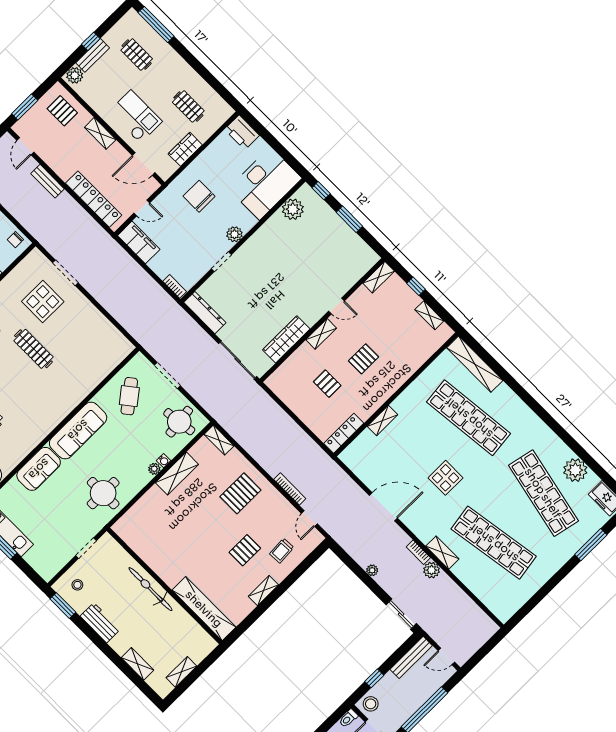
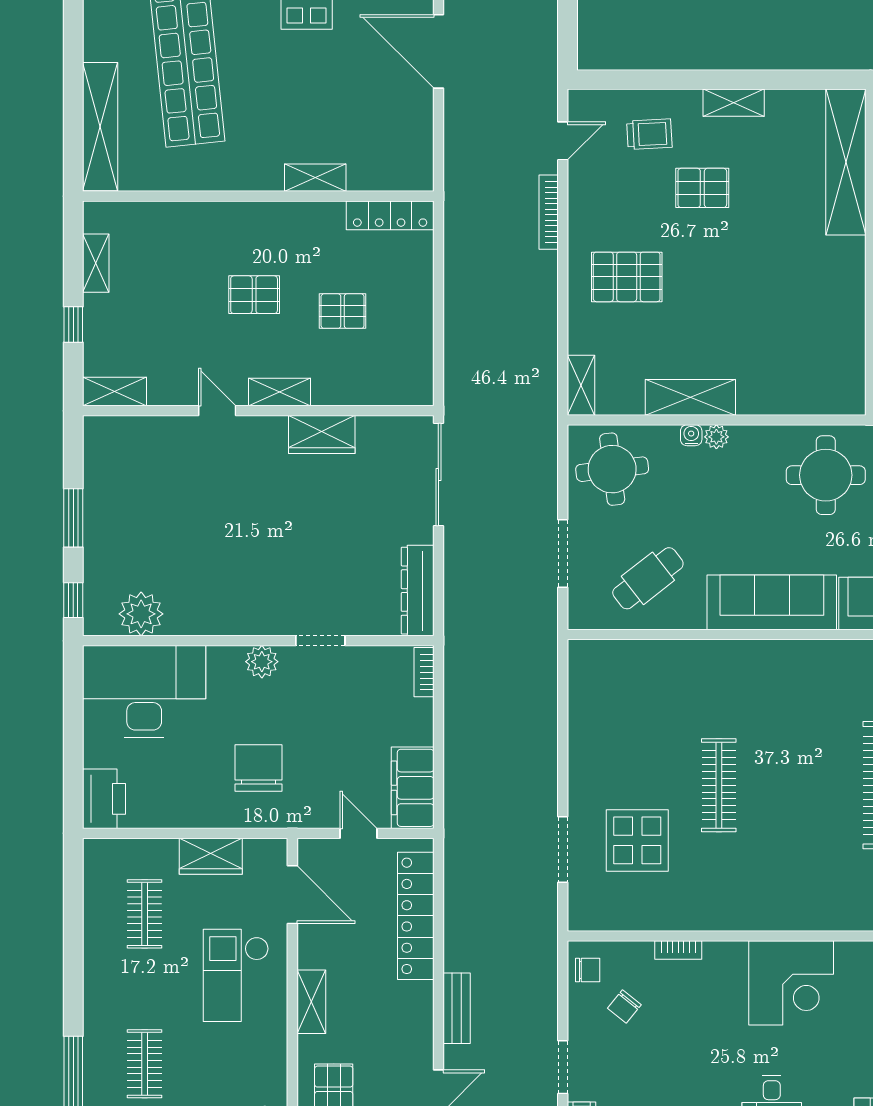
chair: (199, 196) -> (258, 768), turned 180
wardrobe: (286, 339) -> (322, 434), width x0.67
pallet: (327, 384) -> (343, 311), turned 90

